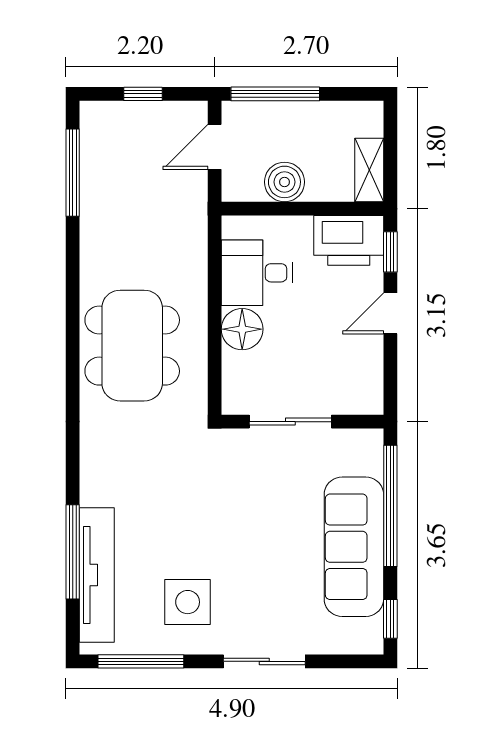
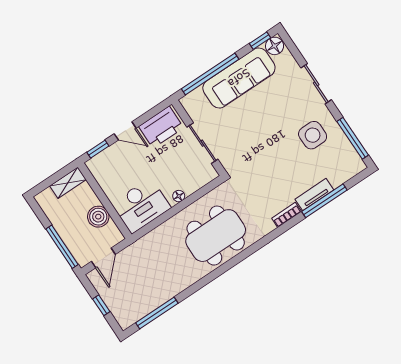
door: (215, 147) -> (103, 258), hinge flipped
printer: (349, 240) -> (161, 127), moved, turned 90
desk: (257, 273) -> (141, 206), width x1.37
floor lamp: (242, 329) -> (179, 196), width x0.53, depth x0.53
bookcase: (90, 478) -> (287, 215), added
tv unit: (97, 575) -> (314, 195), width x0.52, depth x0.78
floor lamp: (367, 636) -> (275, 46), added

